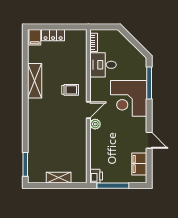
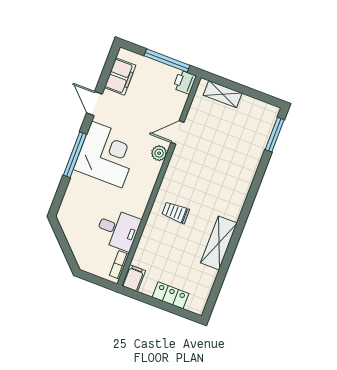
filing cabinet: (35, 37) -> (134, 278), moved
window: (149, 83) -> (75, 155), moved
corner desk: (129, 98) -> (107, 154), moved
door: (88, 110) -> (178, 132), moved
shelving: (59, 178) -> (223, 94), moved

